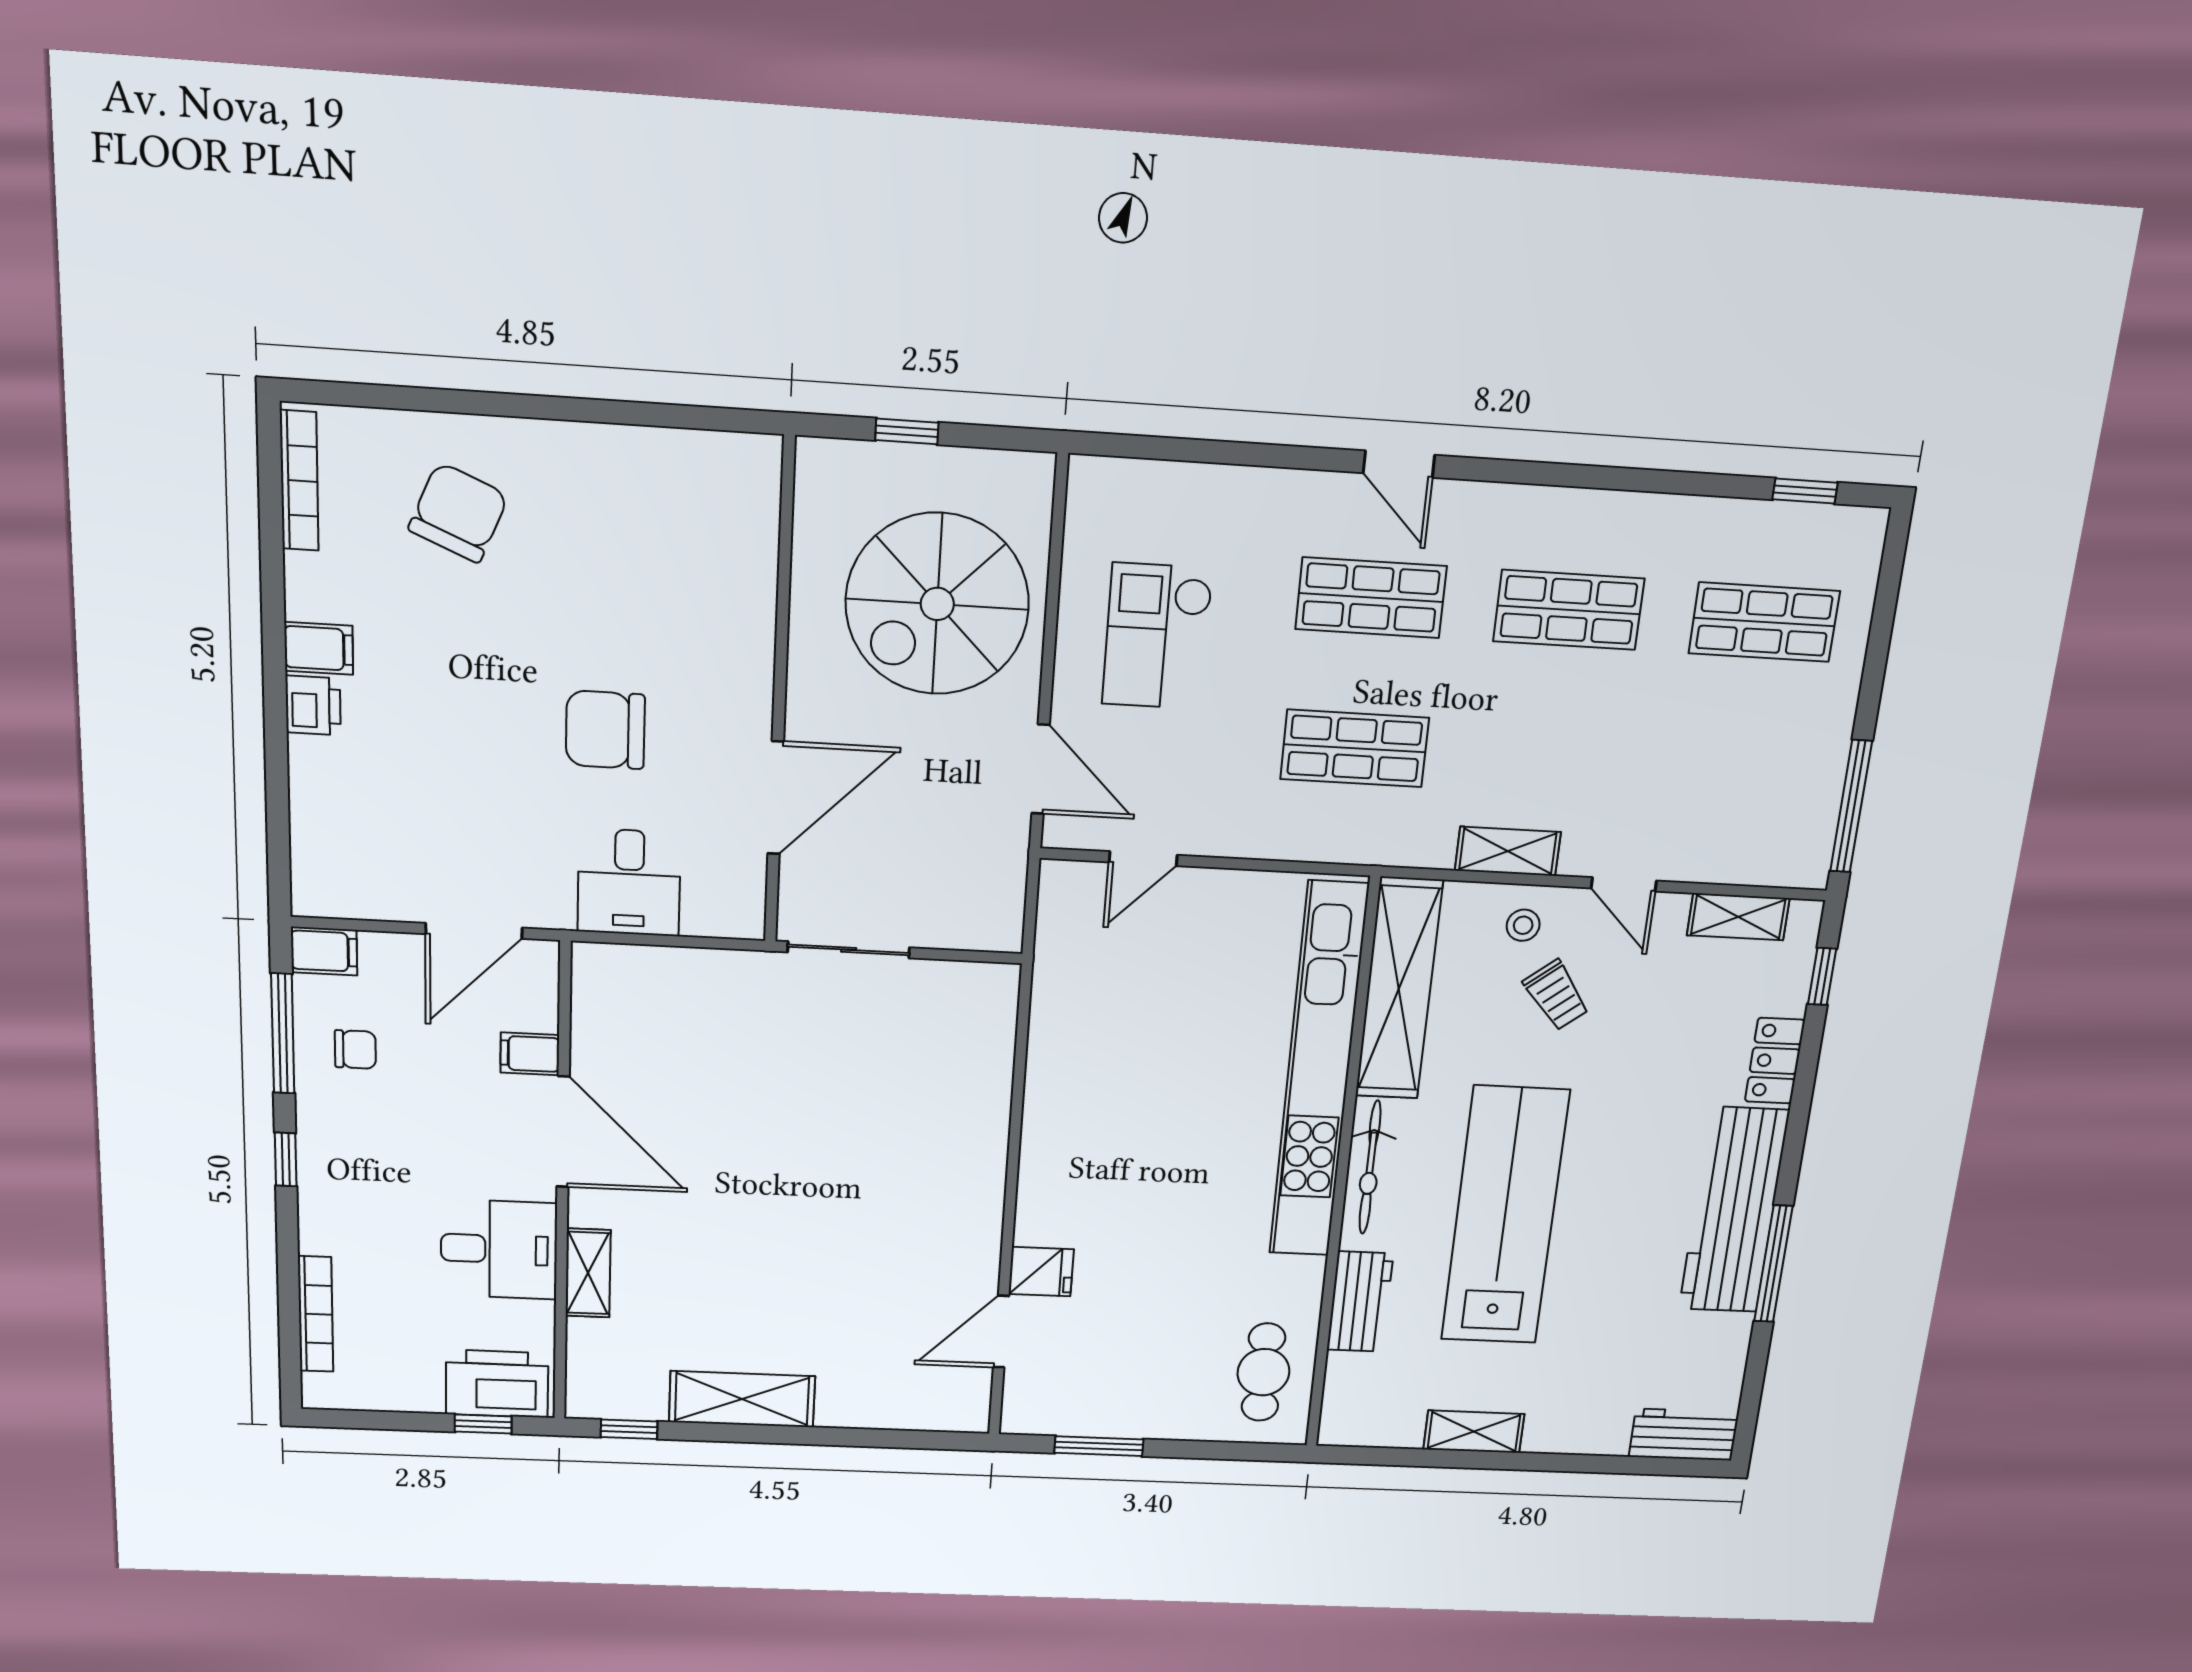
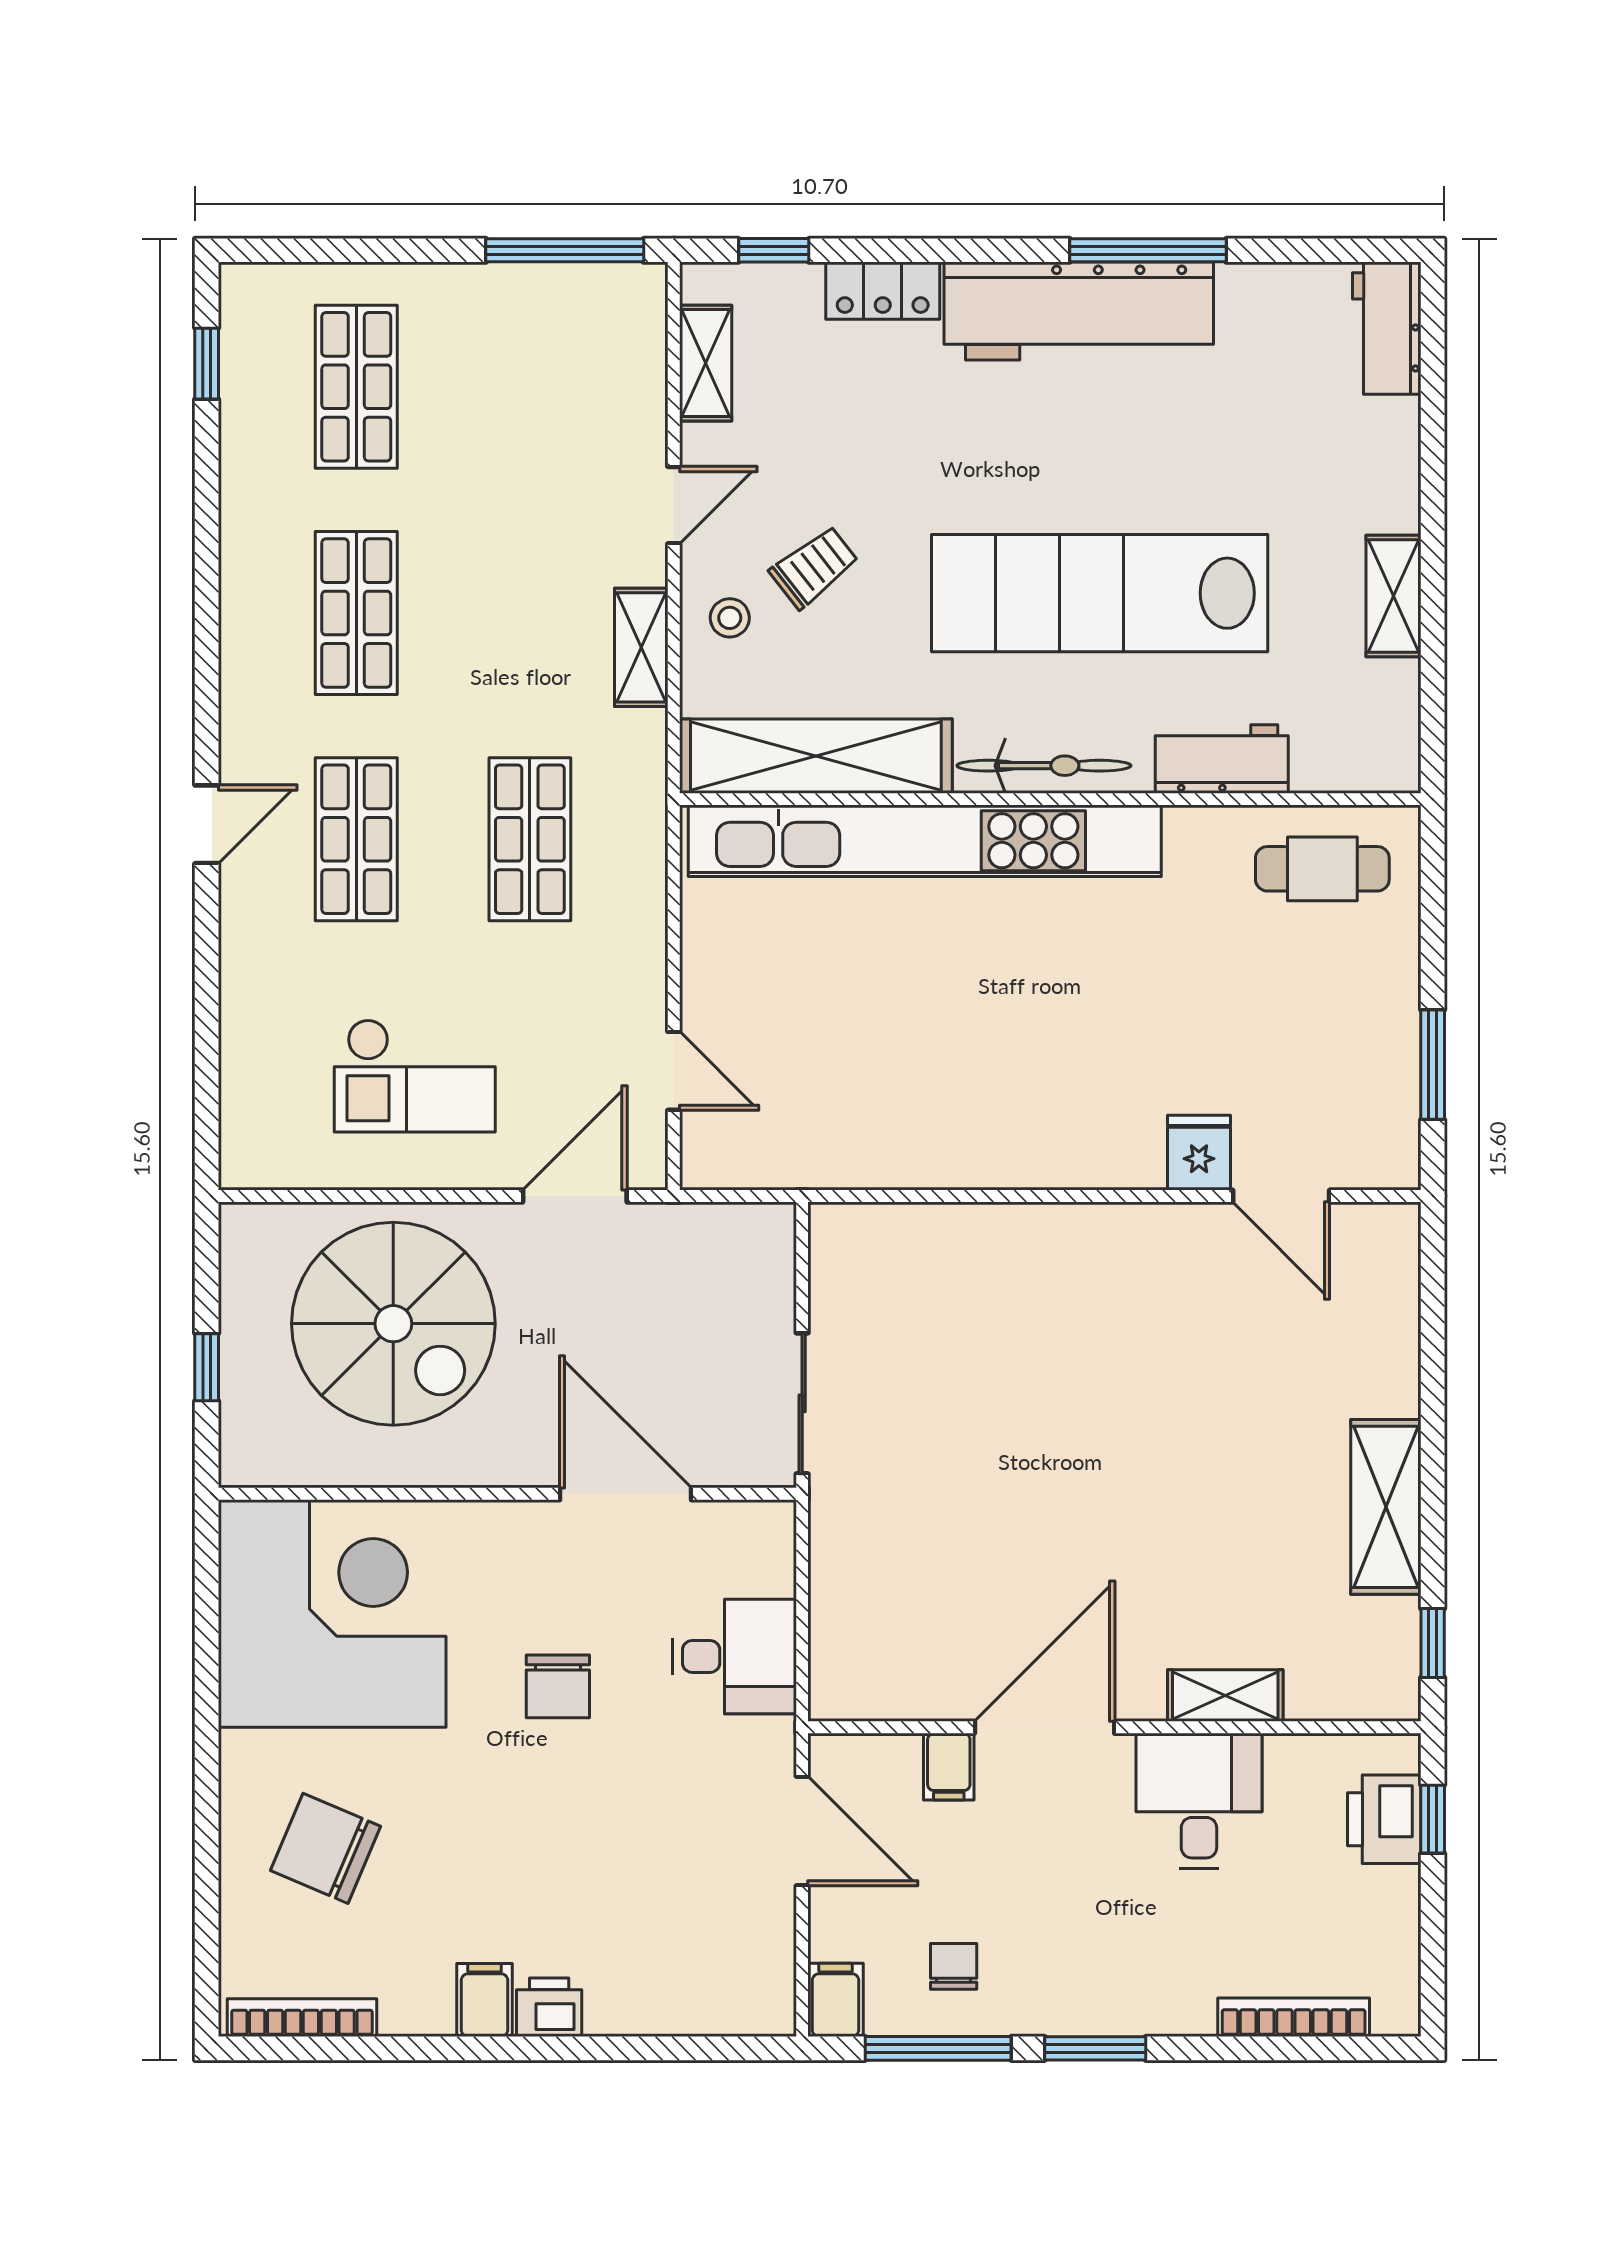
corner desk: (676, 532) -> (332, 1613), added
chair: (605, 730) -> (558, 1686), width x0.73, depth x0.73
window: (286, 1159) -> (1095, 2048), width x1.50
printer: (497, 1384) -> (1384, 1819), width x0.73, depth x0.84

